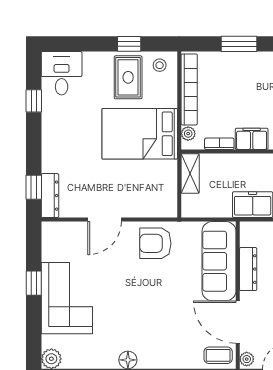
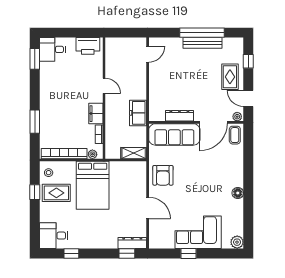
shelving: (190, 173) -> (134, 153), moved

